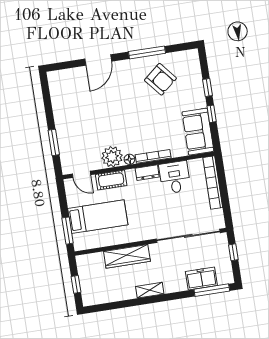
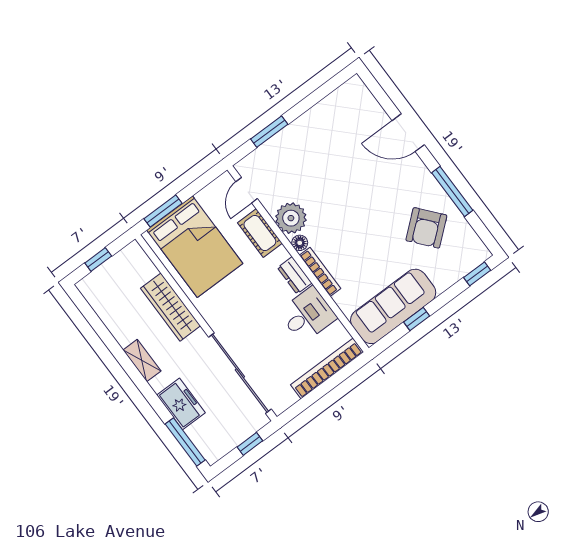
window: (208, 88) -> (477, 274), moved
sofa: (198, 132) -> (393, 306), width x1.36
bed: (98, 217) -> (195, 247), width x1.50
freezer: (201, 279) -> (181, 404), moved

